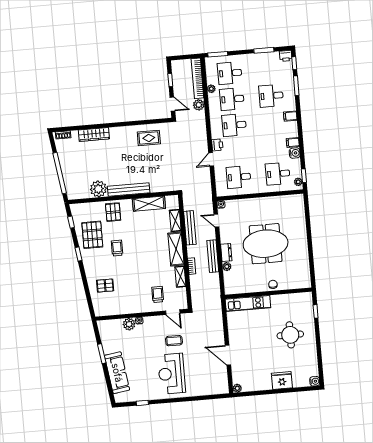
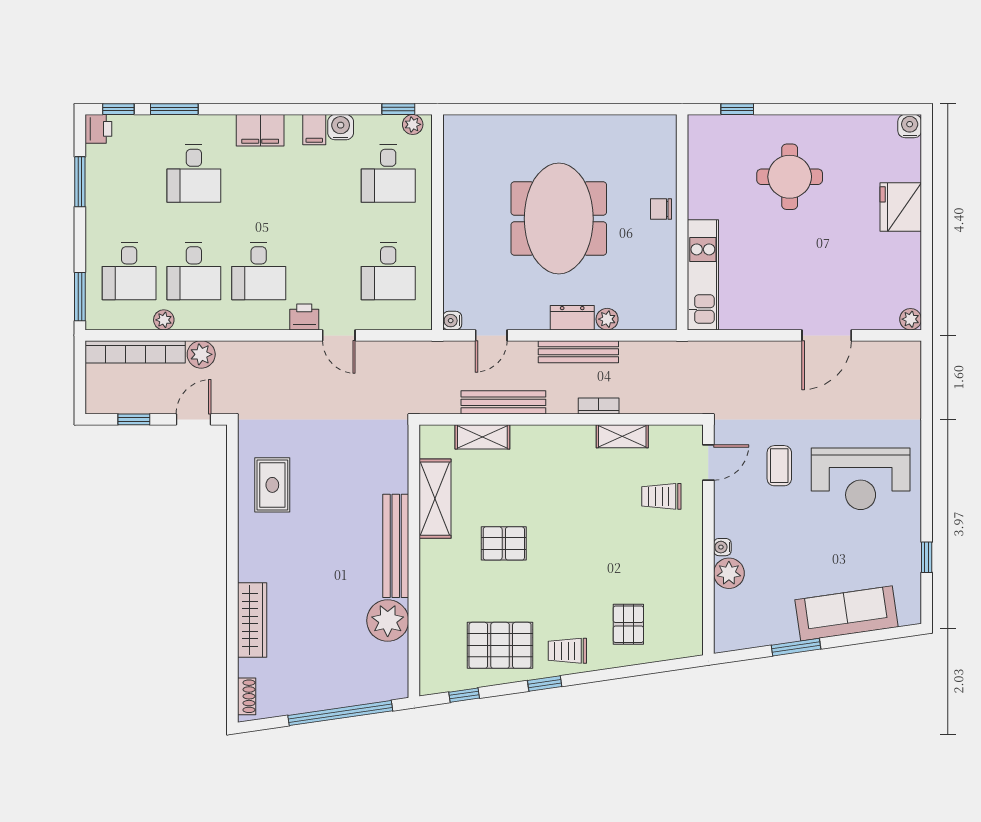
filing cabinet: (290, 116) -> (260, 130), width x2.00
pallet: (113, 212) -> (504, 543), moved
trolley: (117, 248) -> (567, 651), moved
shelving: (176, 249) -> (553, 441), removed

